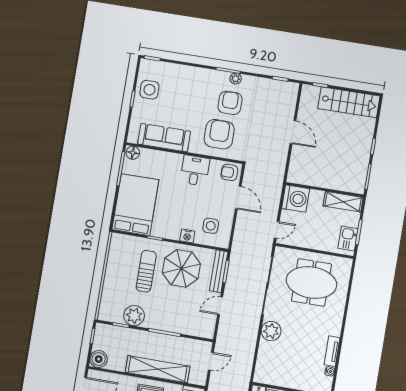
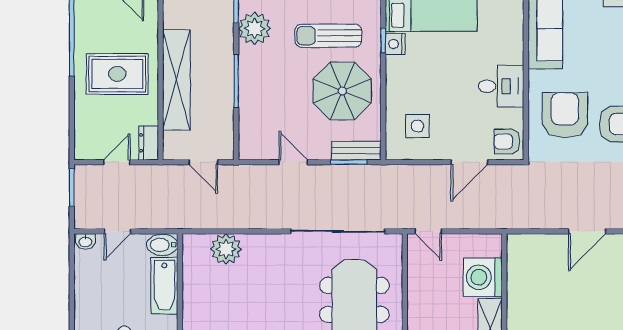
armchair: (219, 134) -> (565, 115), turned -90
armchair: (229, 172) -> (507, 141), turned -90
washing machine: (296, 199) -> (483, 277), moved, turned 90
nightstand: (187, 236) -> (395, 44), moved
sun lounger: (146, 271) -> (328, 36), turned 180
bench: (219, 271) -> (356, 151), width x0.73
plant: (271, 331) -> (226, 249), moved

